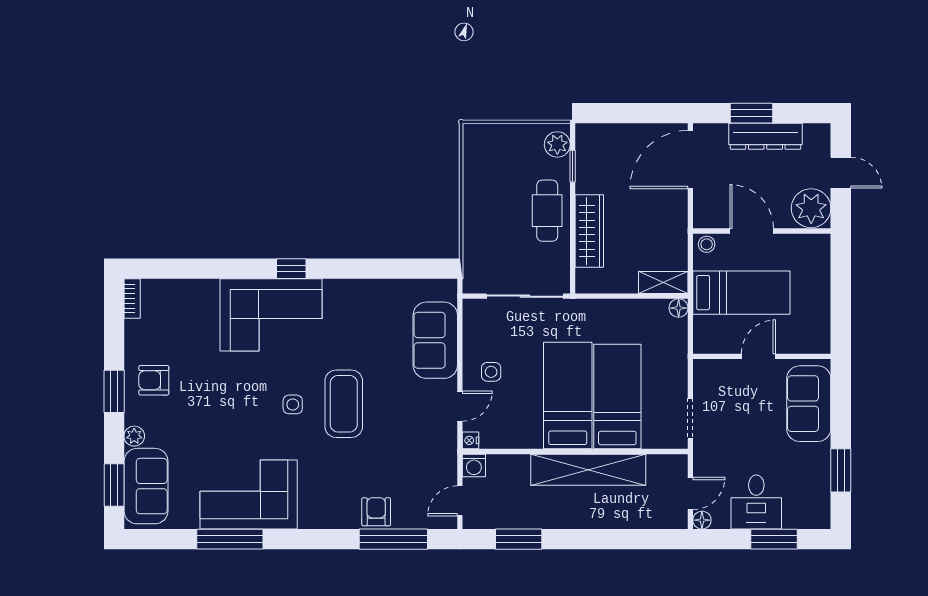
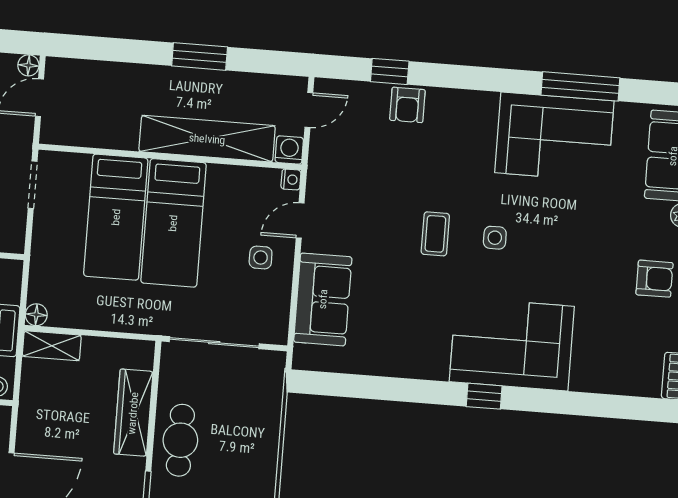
coffee table: (344, 404) -> (435, 234), width x0.54, depth x0.58
shelving: (588, 470) -> (207, 139), moved
window: (393, 539) -> (390, 71), width x0.46
window: (519, 539) -> (200, 56), moved

